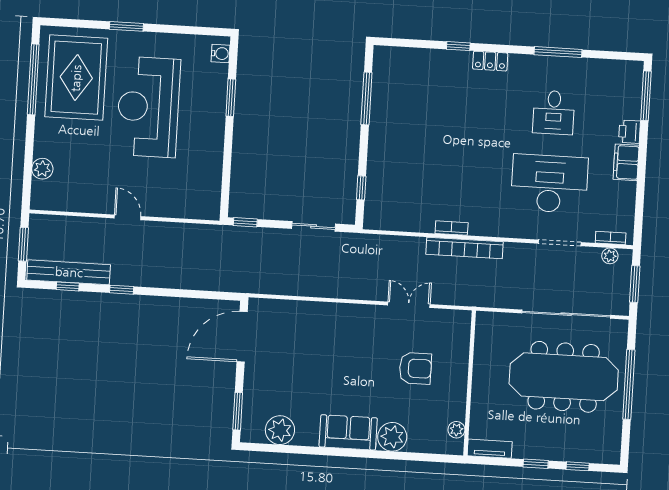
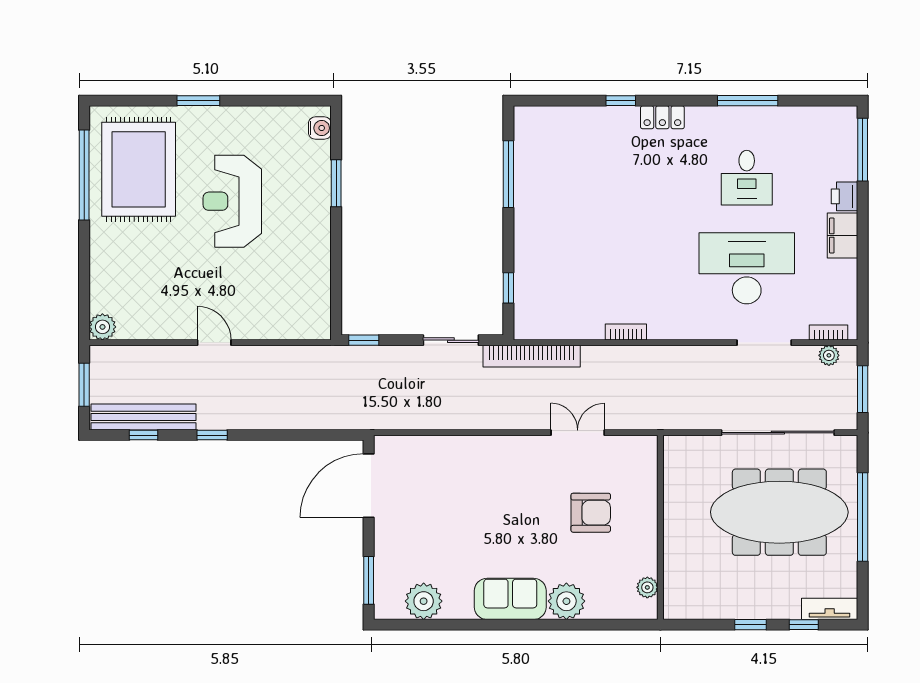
reception desk: (148, 107) -> (232, 201), width x0.74, depth x0.77
plant: (42, 169) -> (102, 327), moved
bookcase: (464, 248) -> (532, 356), moved
tv unit: (490, 449) -> (830, 609), moved

